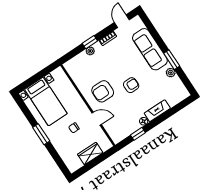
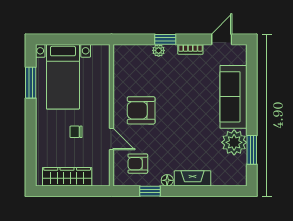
window: (172, 60) -> (252, 150), moved
plant: (171, 73) -> (234, 142), width x1.88, depth x1.88
armchair: (131, 85) -> (138, 164), moved, turned 180
window: (41, 134) -> (31, 83), moved
wardrobe: (90, 154) -> (67, 177), width x1.50

